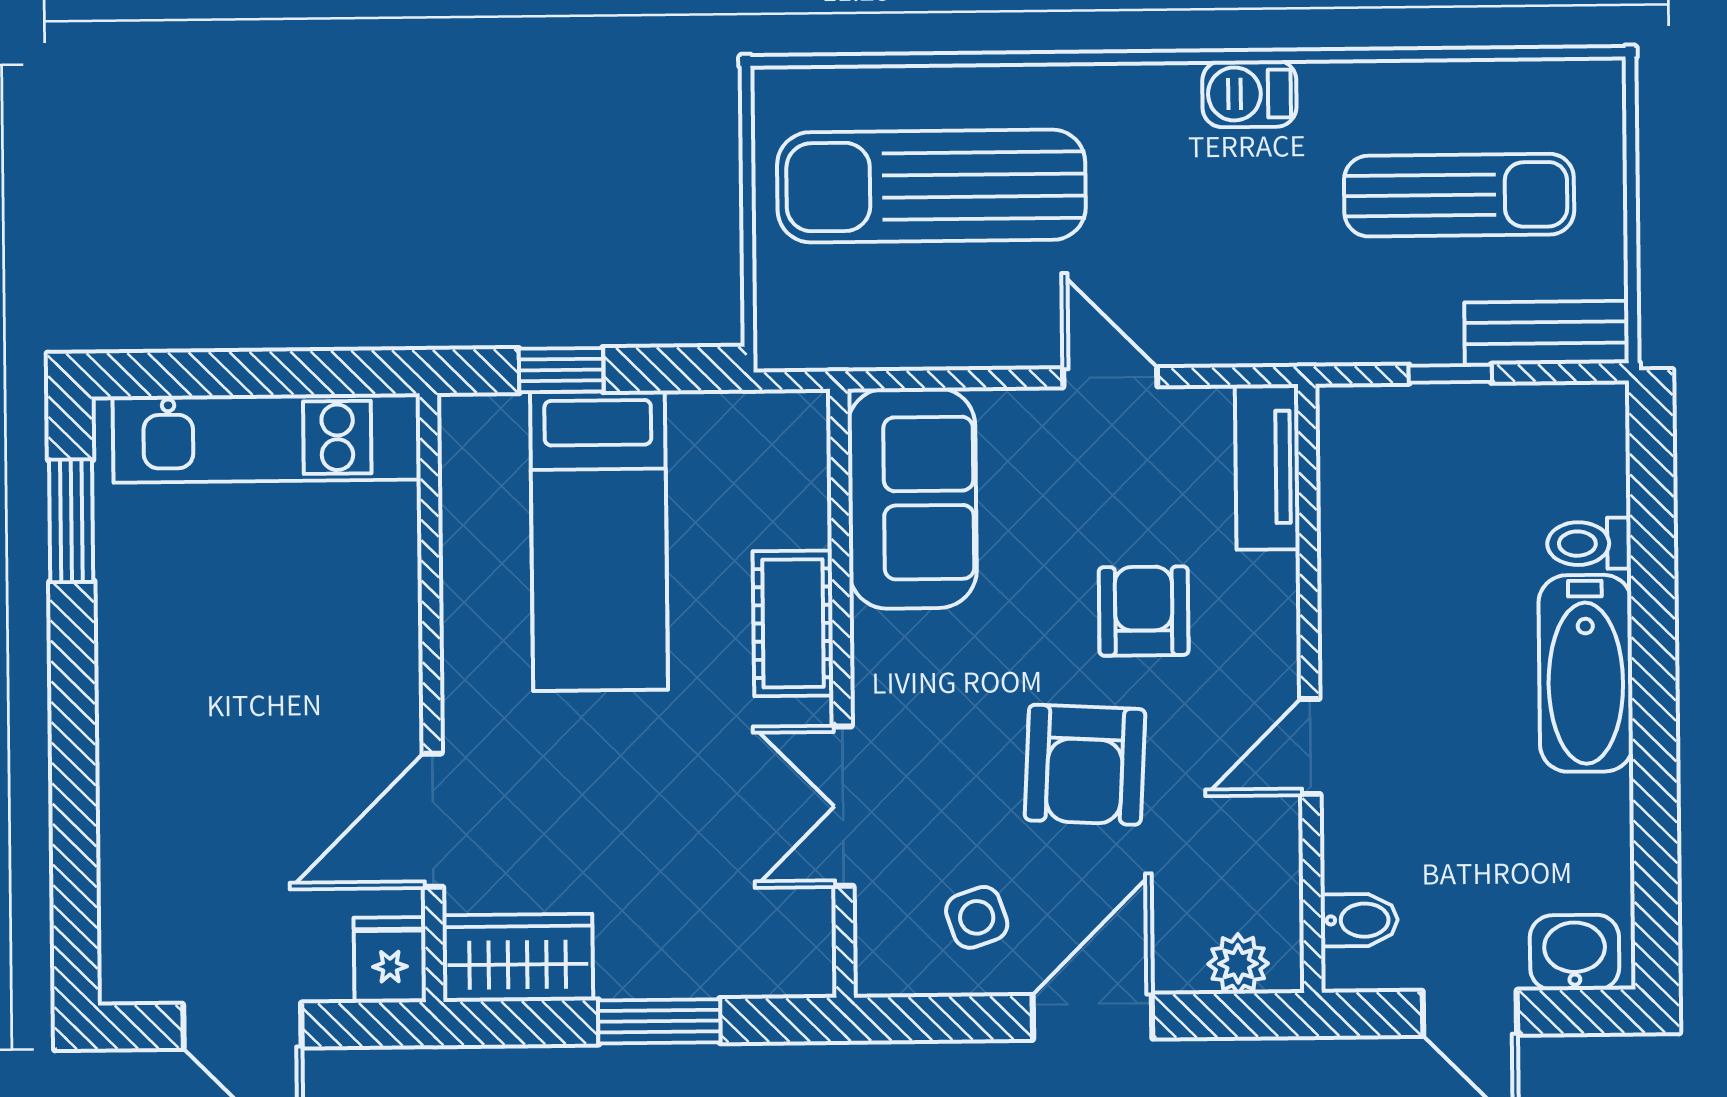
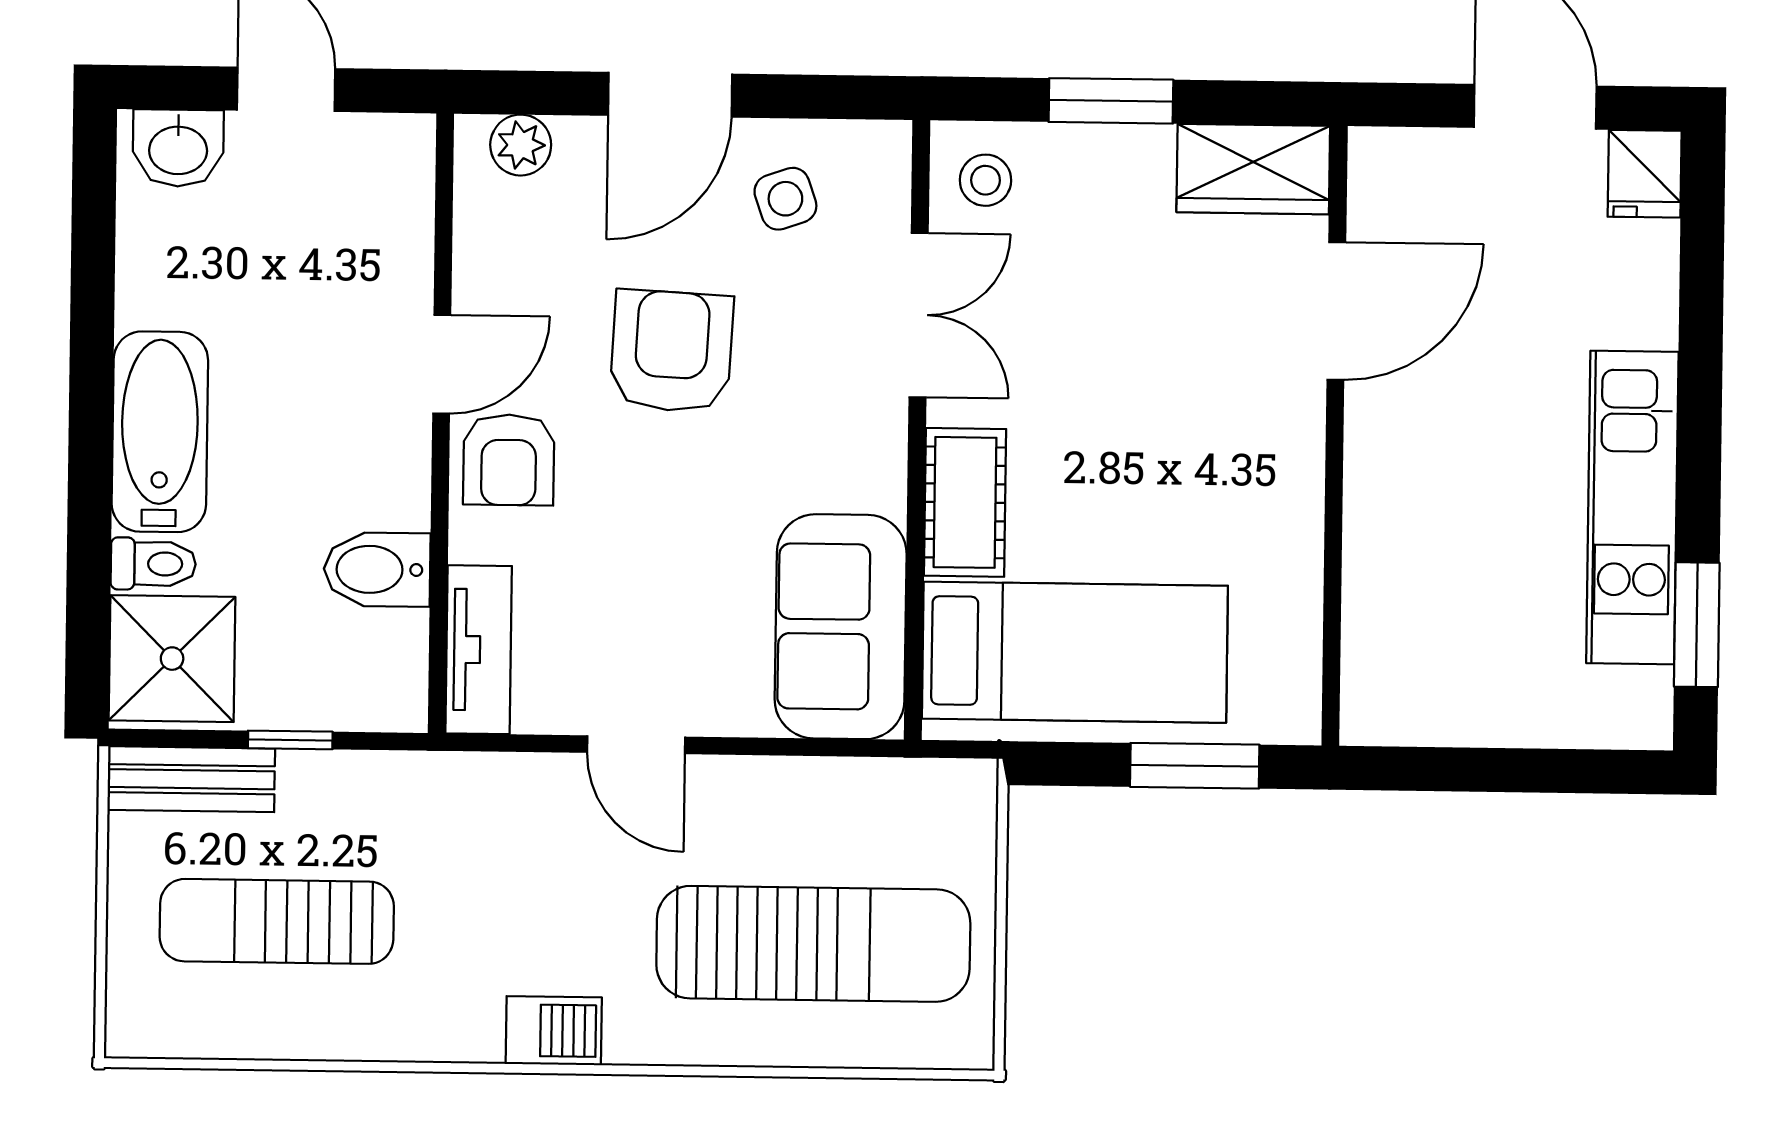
barbecue: (1249, 94) -> (554, 1031), moved
window: (561, 370) -> (1195, 766), width x1.50
kitchen unit: (267, 438) -> (1632, 508), moved, turned -90
shower: (1568, 451) -> (172, 659), added
bed: (599, 541) -> (1075, 652), moved, turned 90
armchair: (1144, 611) -> (509, 460), moved
bidet: (1359, 920) -> (377, 569), moved, width x1.38, depth x1.36
stool: (781, 940) -> (986, 180), added
fridge: (390, 960) -> (1645, 174), moved

